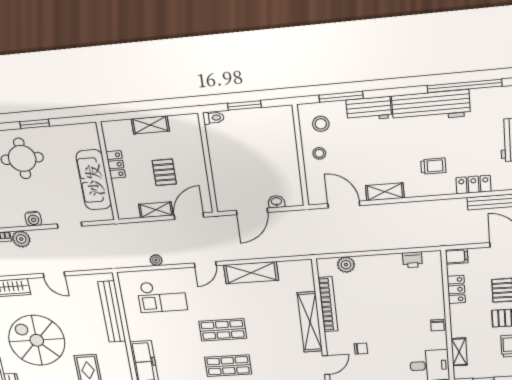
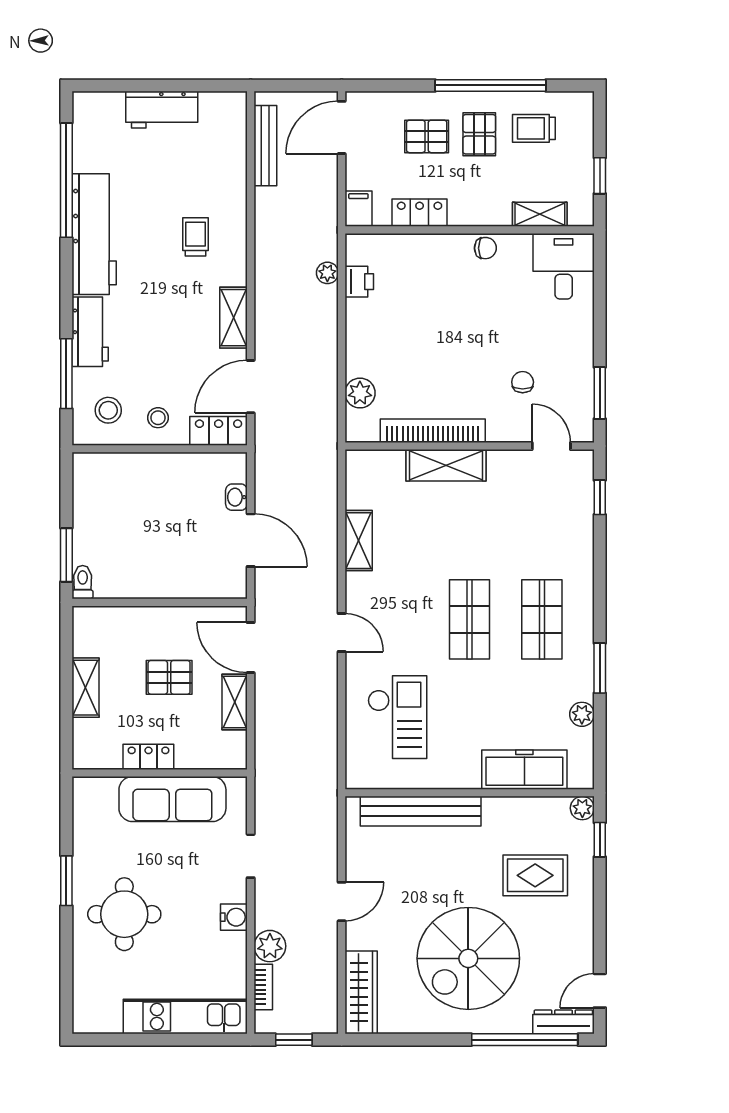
window: (244, 105) -> (66, 555), moved
locker: (473, 185) -> (219, 431), moved, turned 90
plant: (156, 260) -> (327, 273), moved
shelving: (251, 273) -> (359, 541), width x0.67, depth x0.75
shelving: (310, 322) -> (446, 465), width x0.68

